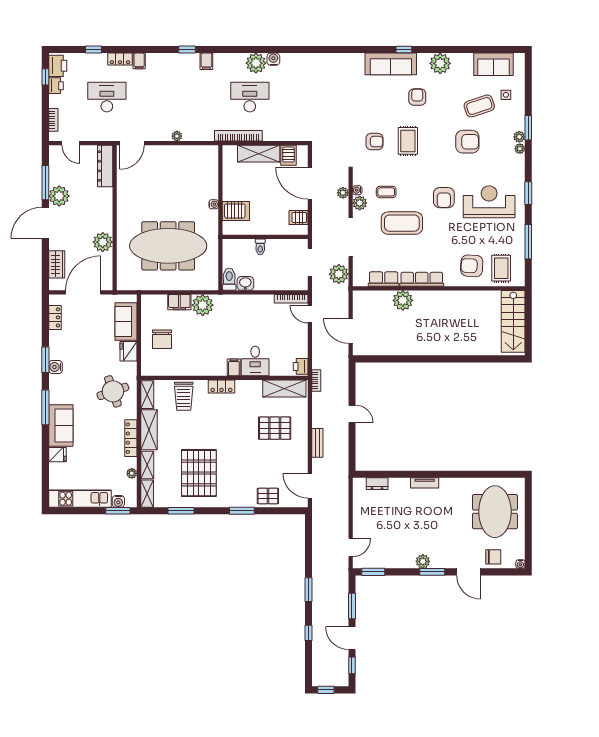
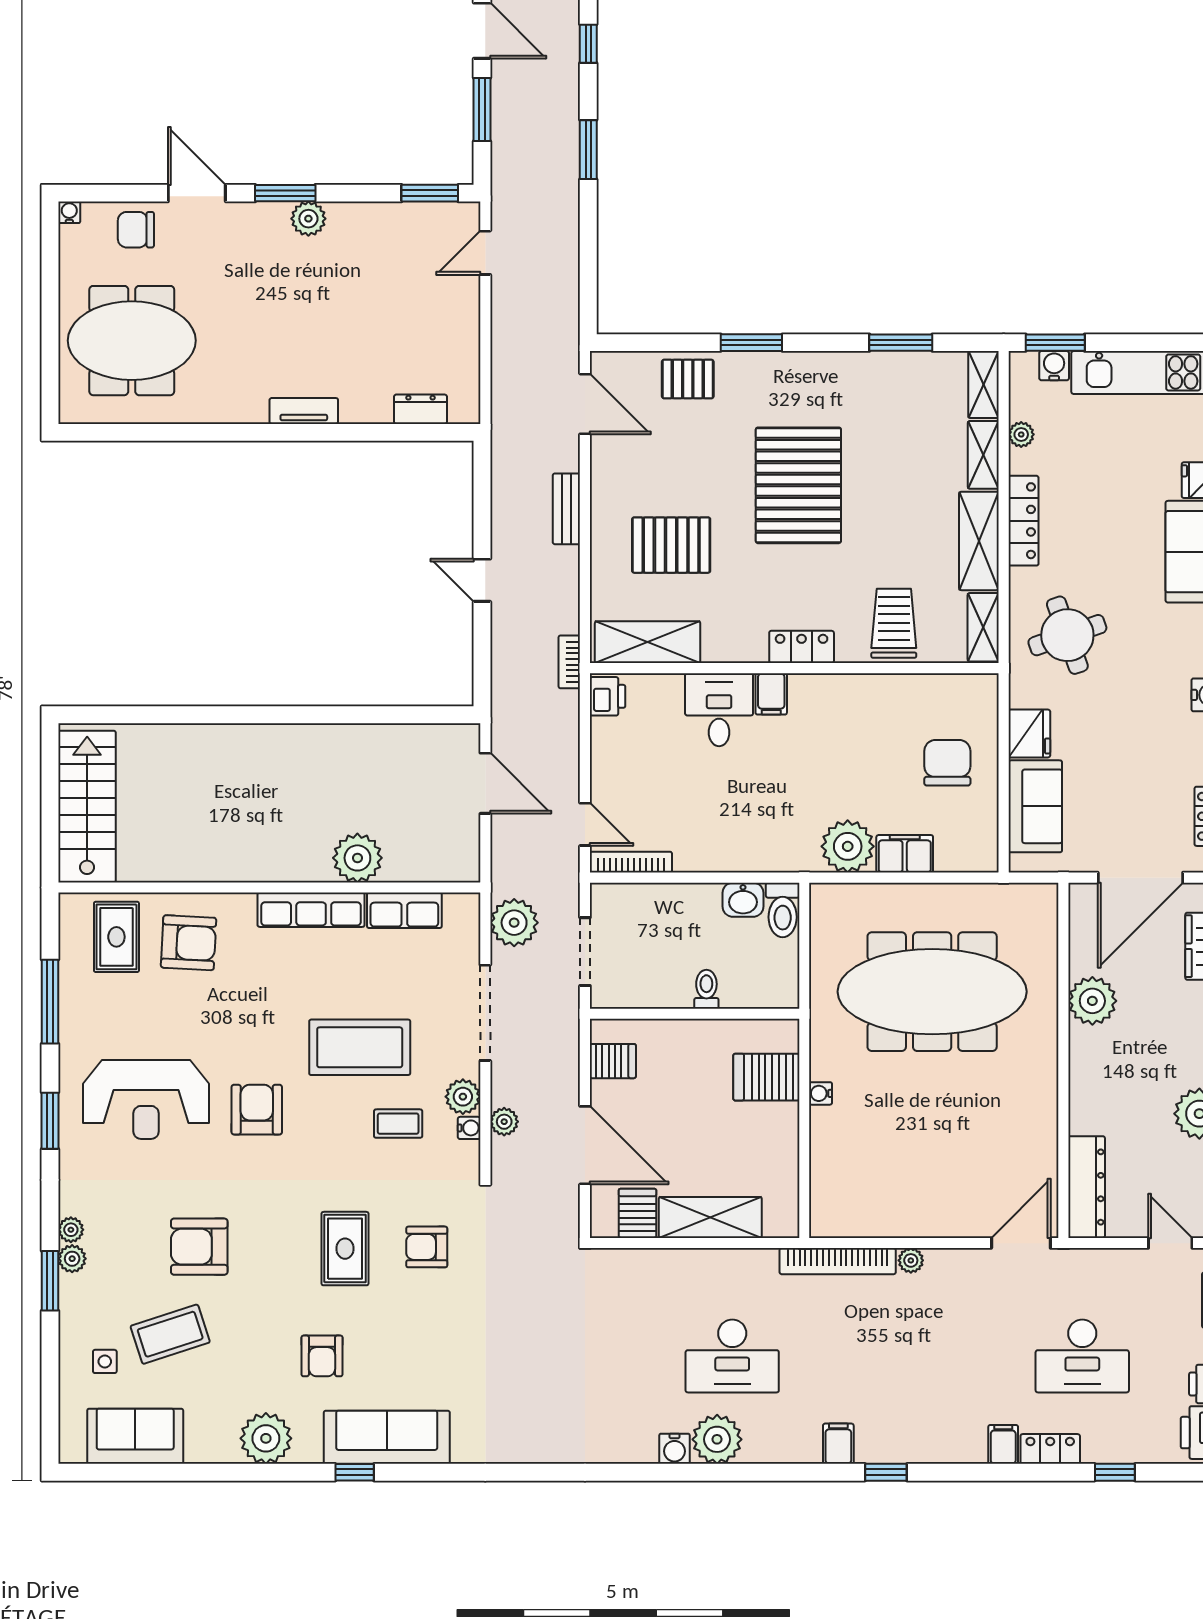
bookcase: (238, 136) -> (838, 1261), moved
pallet: (199, 473) -> (798, 485), moved
meeting table: (495, 512) -> (132, 341), turned 90

